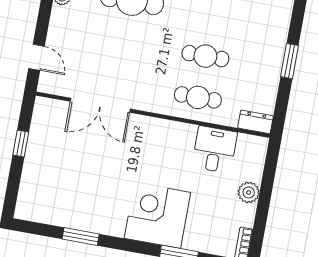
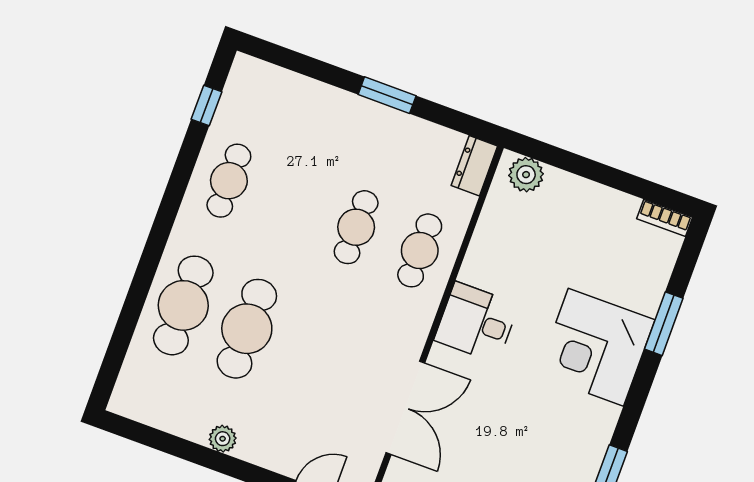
desk: (215, 150) -> (476, 322), moved
plant: (249, 192) -> (526, 175), moved

